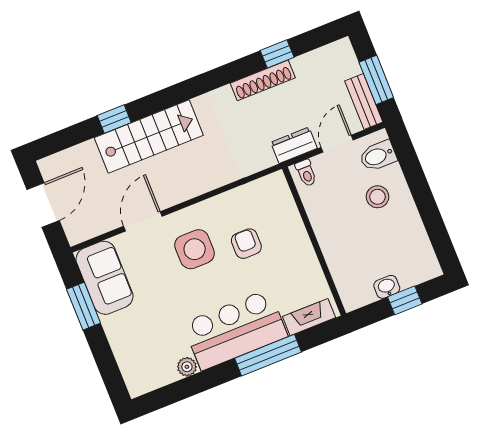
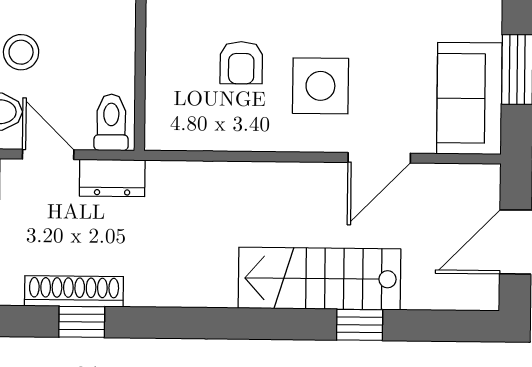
shoe rack: (263, 80) -> (74, 291), moved
door: (337, 144) -> (48, 154), swing flipped
toilet: (306, 173) -> (111, 122), width x1.37, depth x1.39

